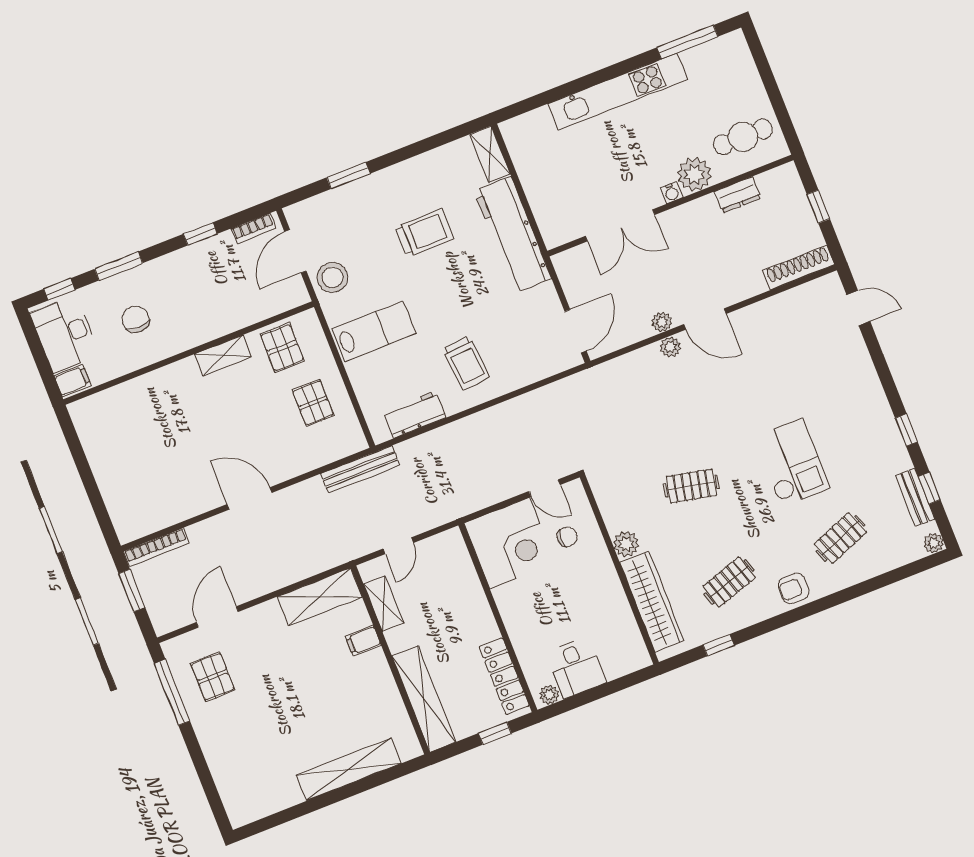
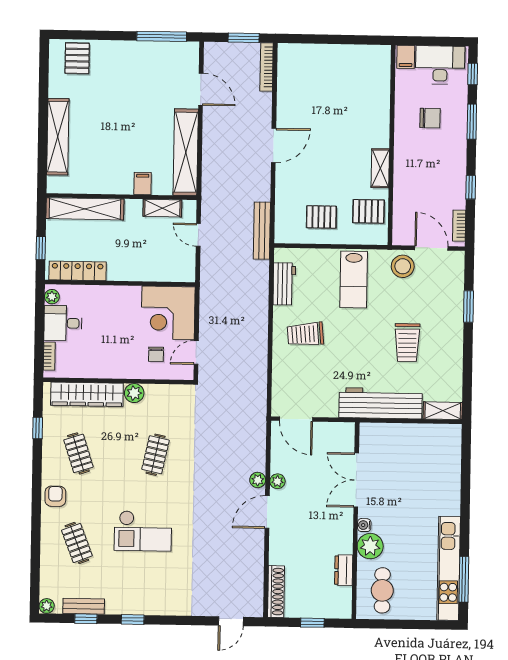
kitchen unit: (617, 92) -> (449, 568), moved
shelving: (320, 597) -> (186, 152), width x1.47
bookcase: (624, 668) -> (49, 356), added
pallet: (213, 677) -> (77, 58), moved, turned 90

